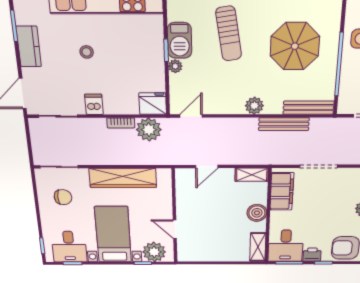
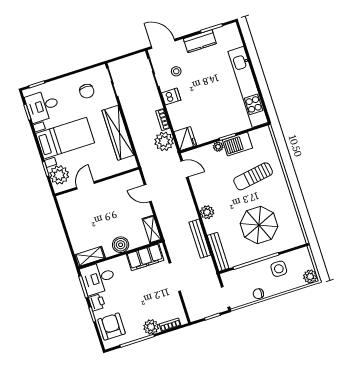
stool: (87, 52) -> (176, 71), moved

